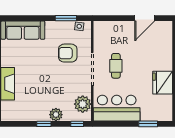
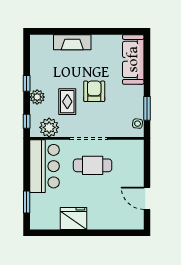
armchair: (68, 53) -> (94, 91), moved
cafe table: (116, 66) -> (93, 165), width x1.37, depth x1.35
rug: (60, 88) -> (67, 102), added

